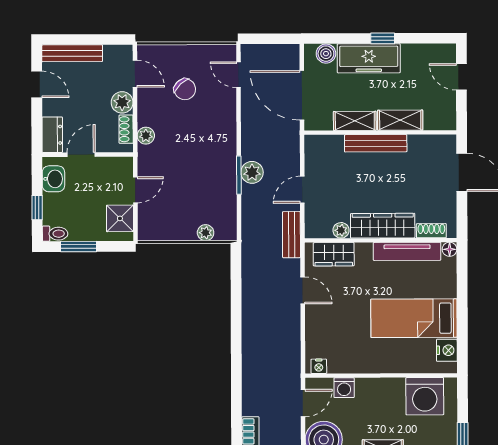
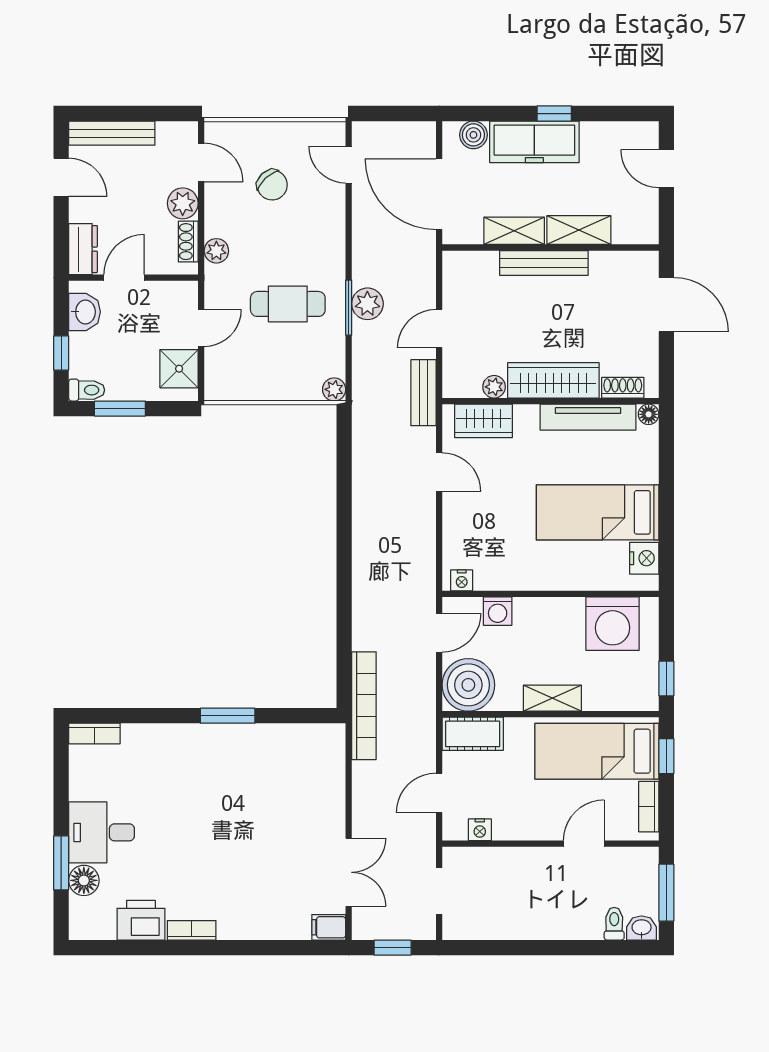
cafe table: (196, 173) -> (288, 304), added
plant: (206, 233) -> (334, 389), moved

